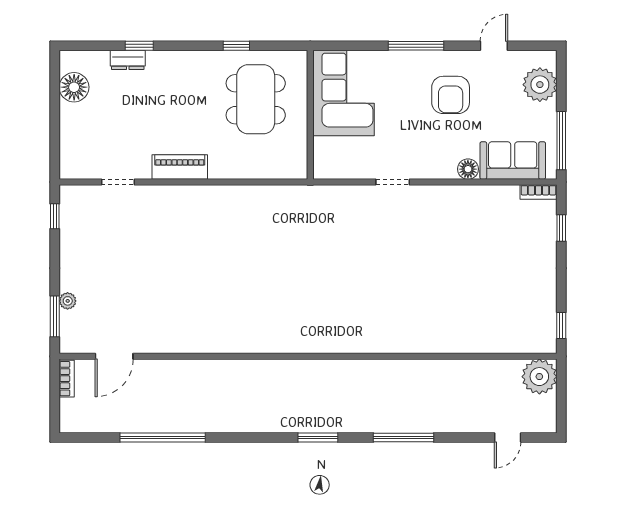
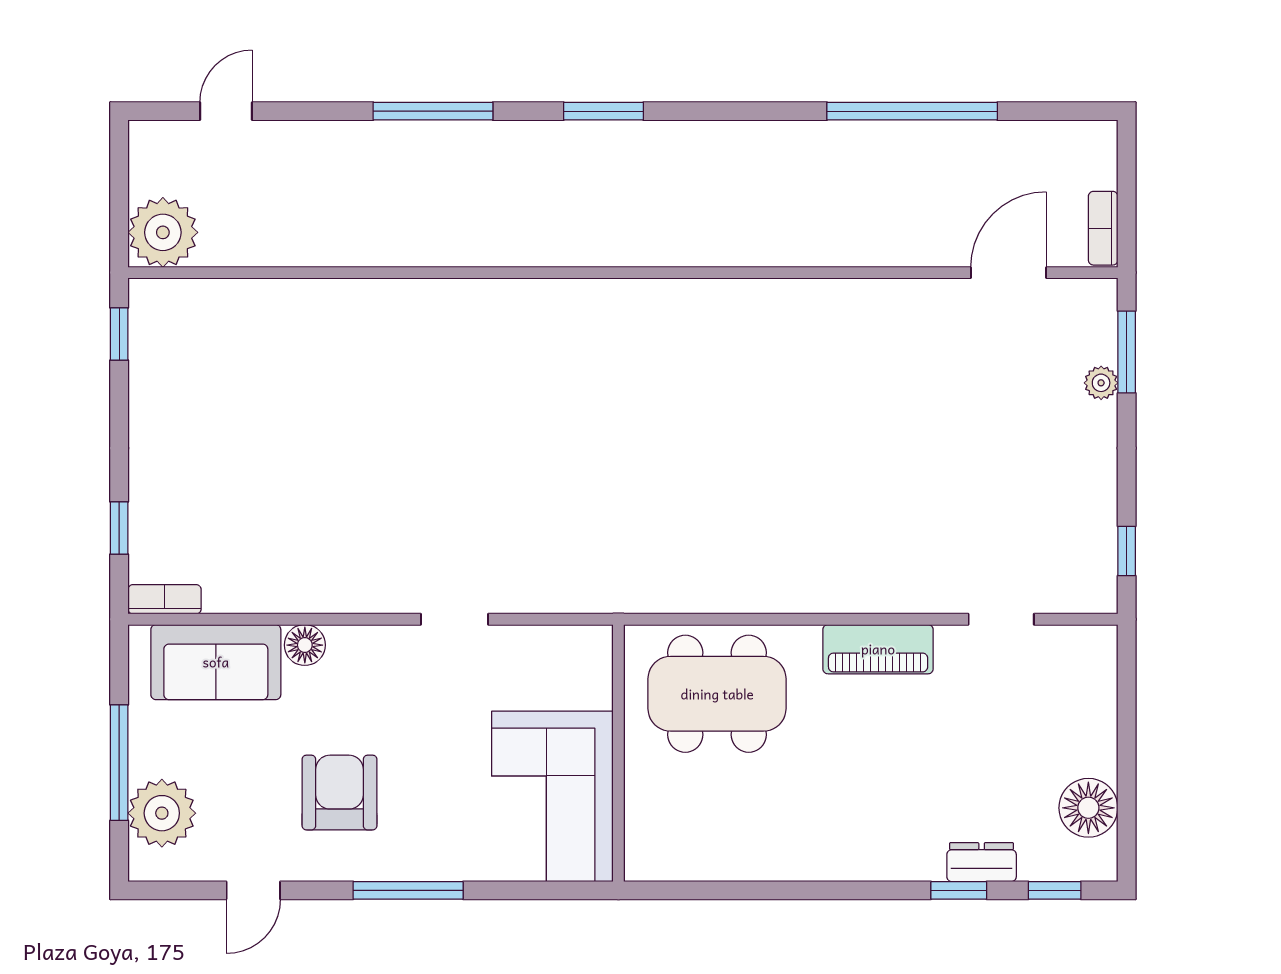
window: (236, 46) -> (1055, 890), moved
dining table: (256, 99) -> (717, 694), moved, turned 90
window: (561, 141) -> (119, 763), moved

